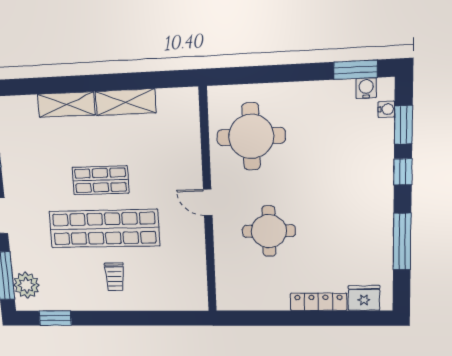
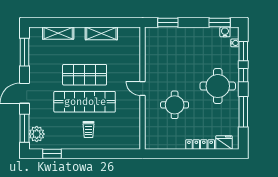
window: (251, 75) -> (168, 23), added
shelving: (66, 105) -> (58, 33), moved
round table: (251, 136) -> (218, 86), moved
shop shelf: (100, 180) -> (85, 75), width x1.43, depth x1.36

